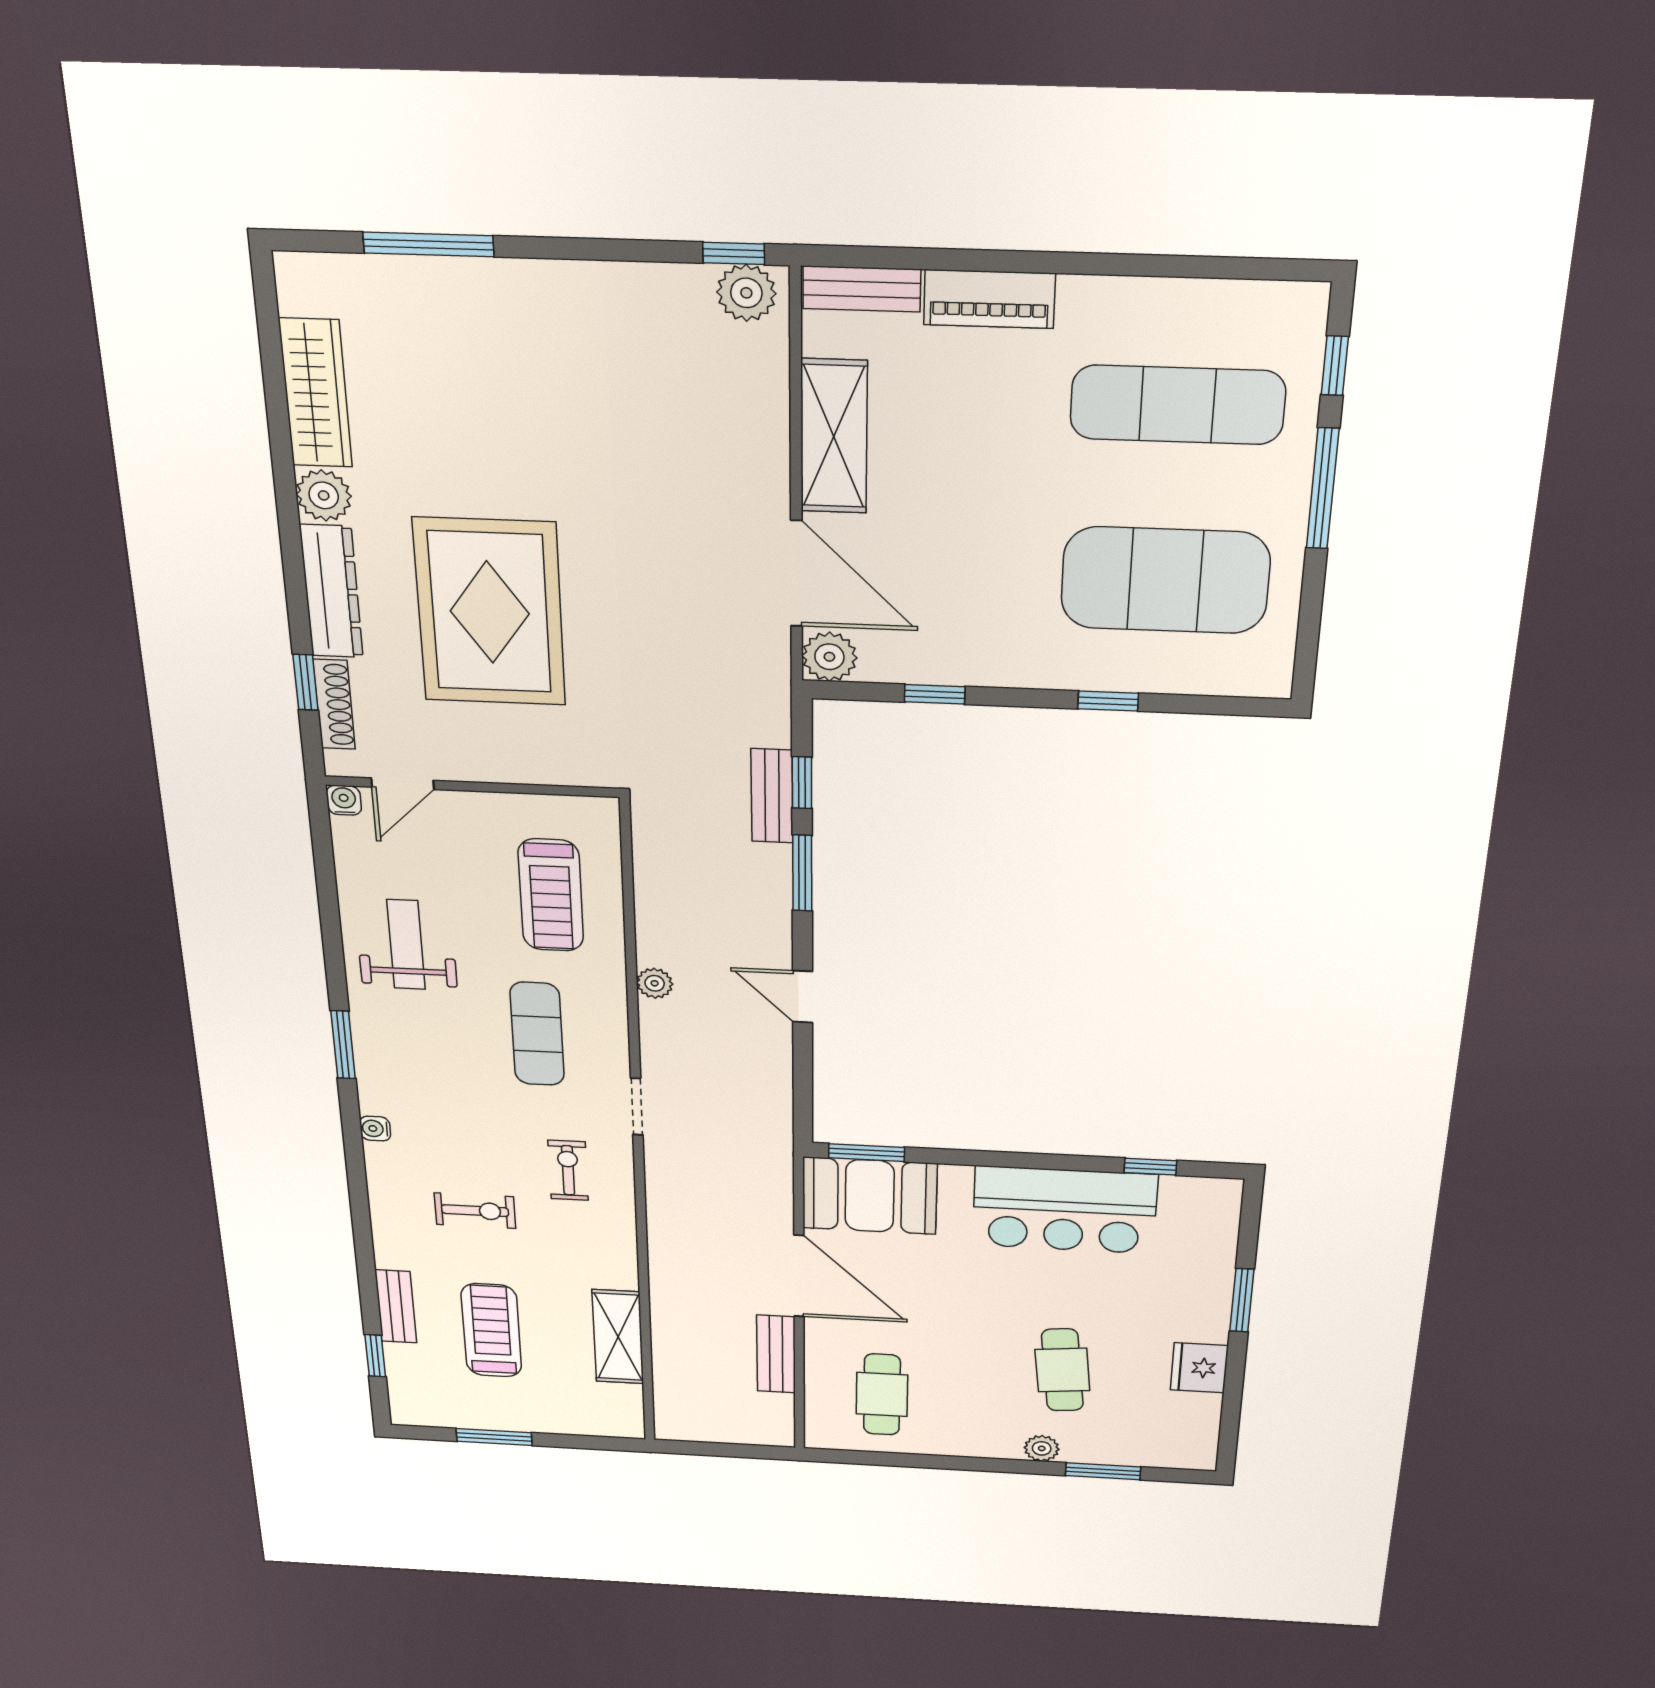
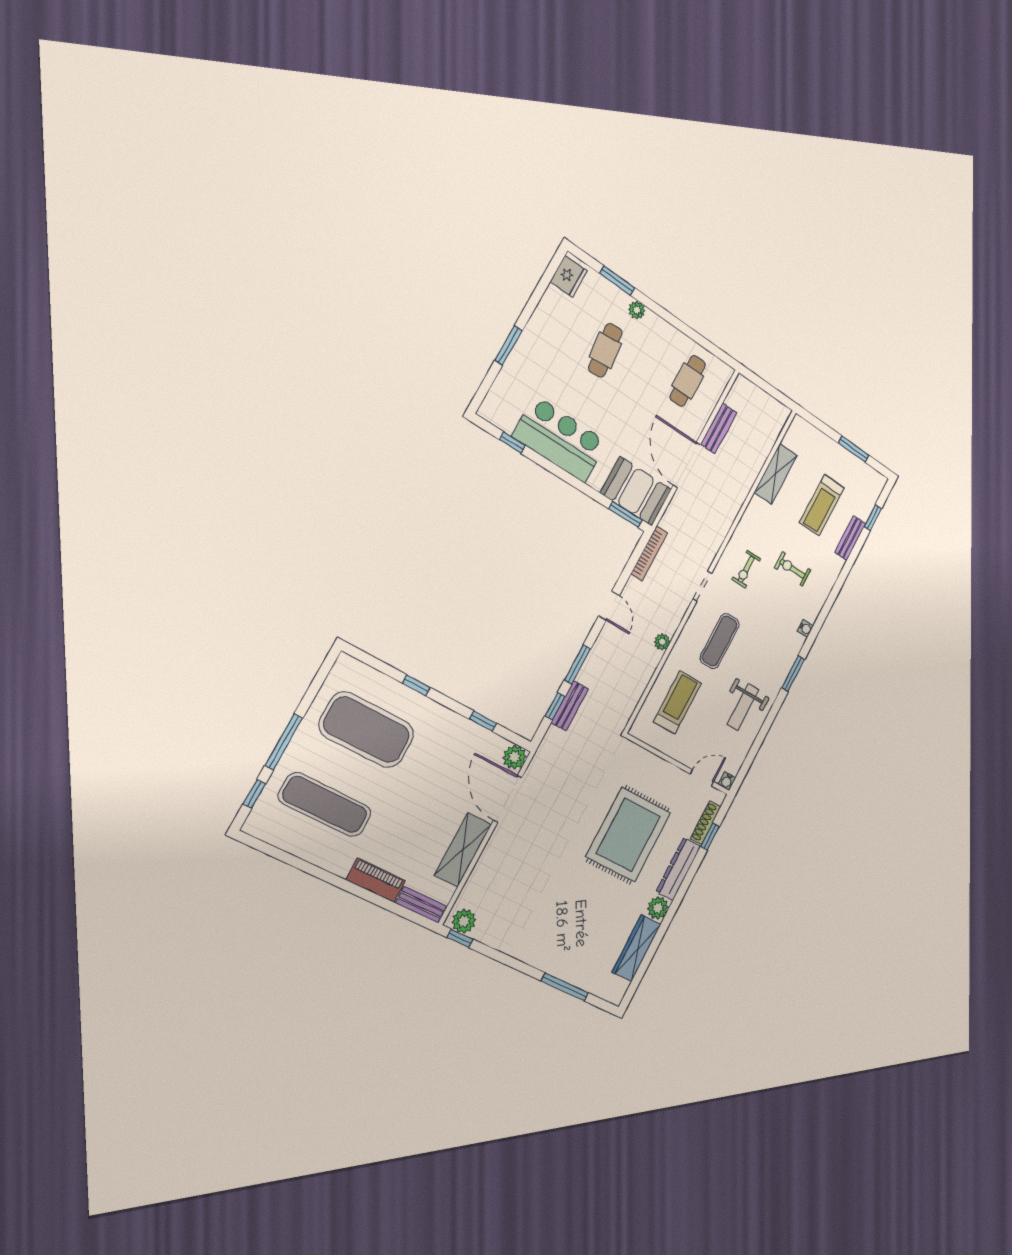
bookcase: (779, 1113) -> (649, 553), added
fridge: (1199, 1368) -> (569, 276), moved

